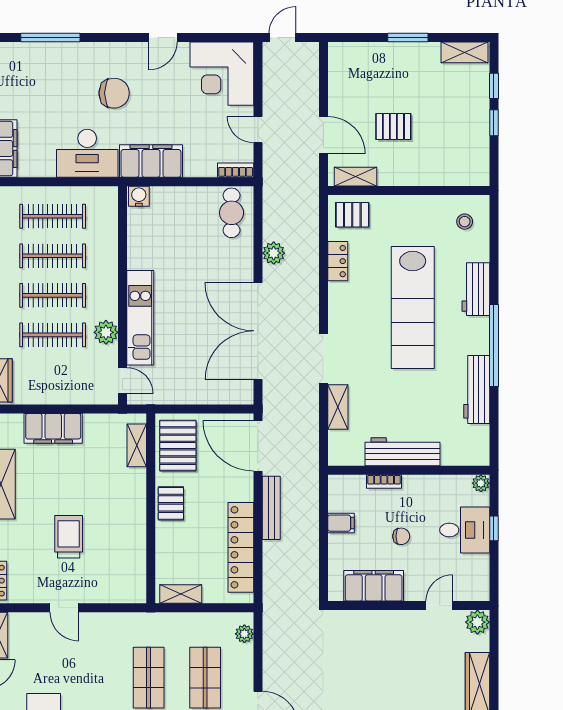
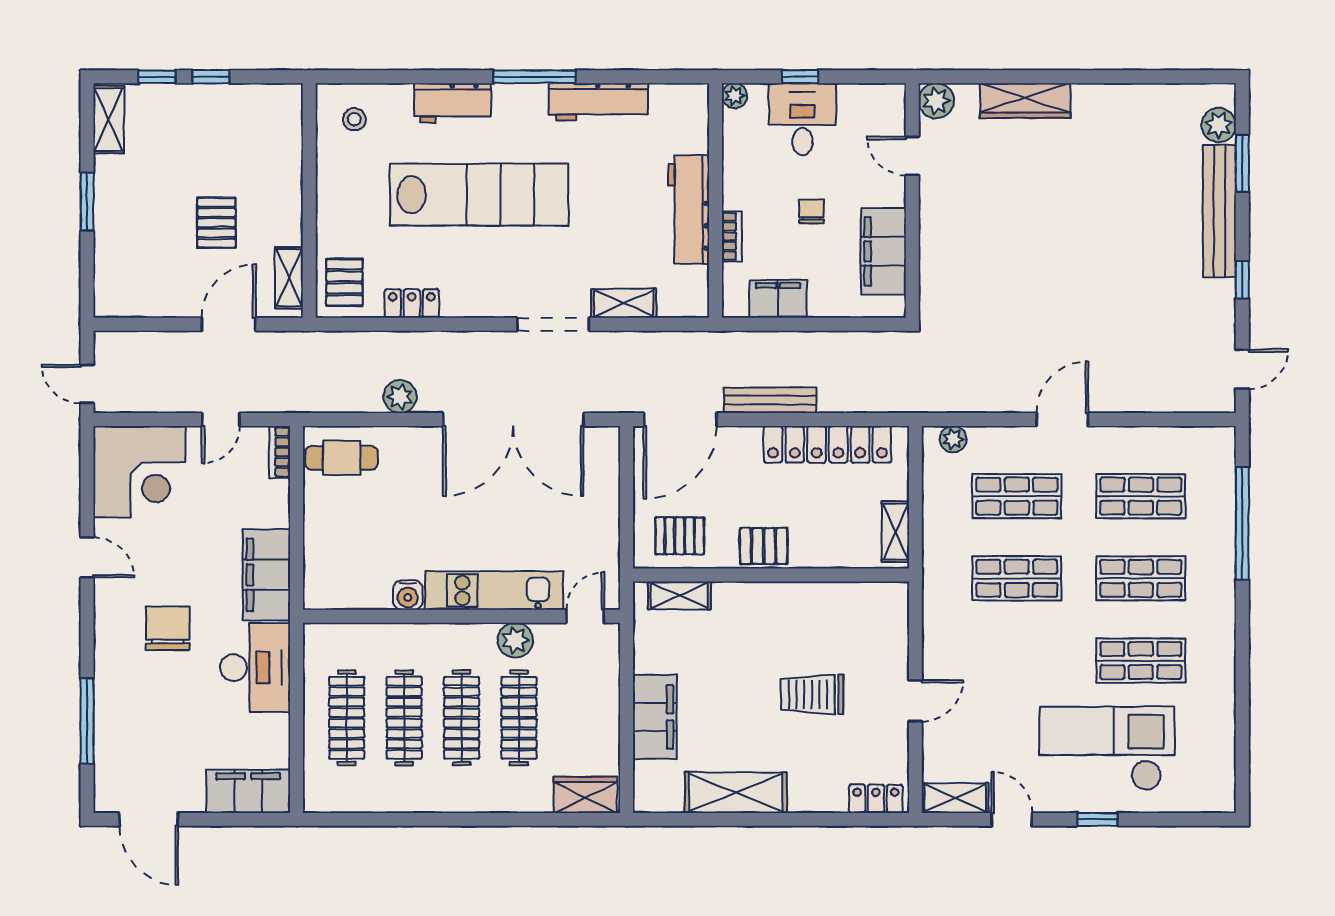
water cooler: (139, 196) -> (408, 595), moved, turned -90
window: (494, 346) -> (534, 77), width x0.68
pallet: (178, 446) -> (680, 536), width x0.67, depth x0.71
filing cabinet: (341, 523) -> (778, 299), width x2.00

